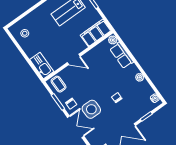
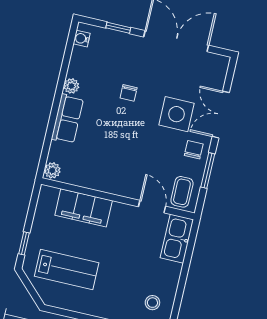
filing cabinet: (96, 33) -> (84, 208), moved
row of seats: (122, 55) -> (67, 119), moved
door: (74, 59) -> (152, 207), moved

